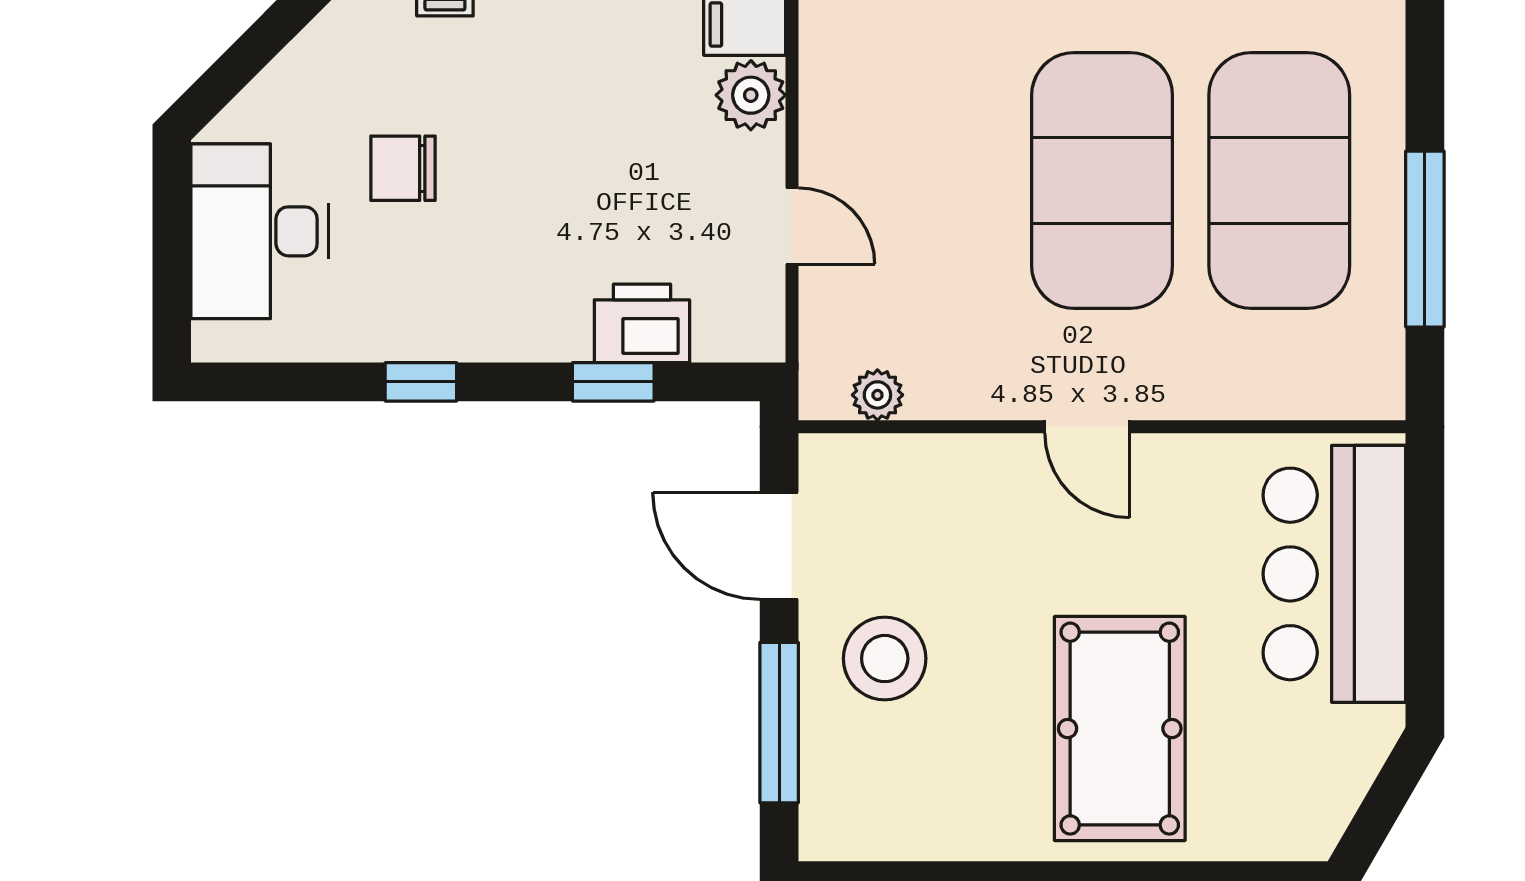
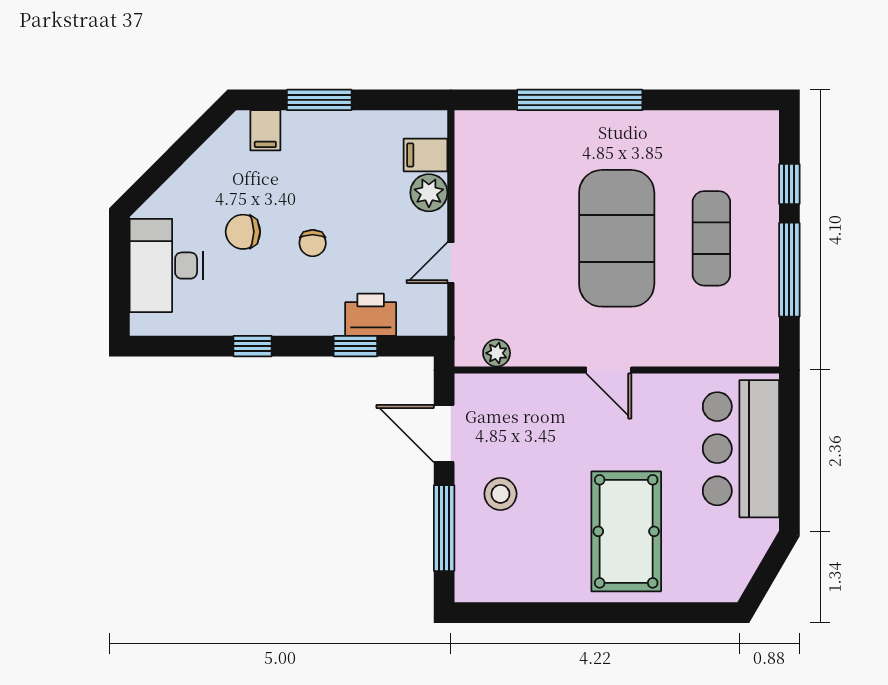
window: (1425, 79) -> (789, 184), added
exercise mat: (1279, 181) -> (711, 238), width x0.50, depth x0.69
chair: (533, 189) -> (313, 243), added
door: (792, 226) -> (451, 263), swing flipped
stool: (885, 659) -> (500, 494), width x0.73, depth x0.73

